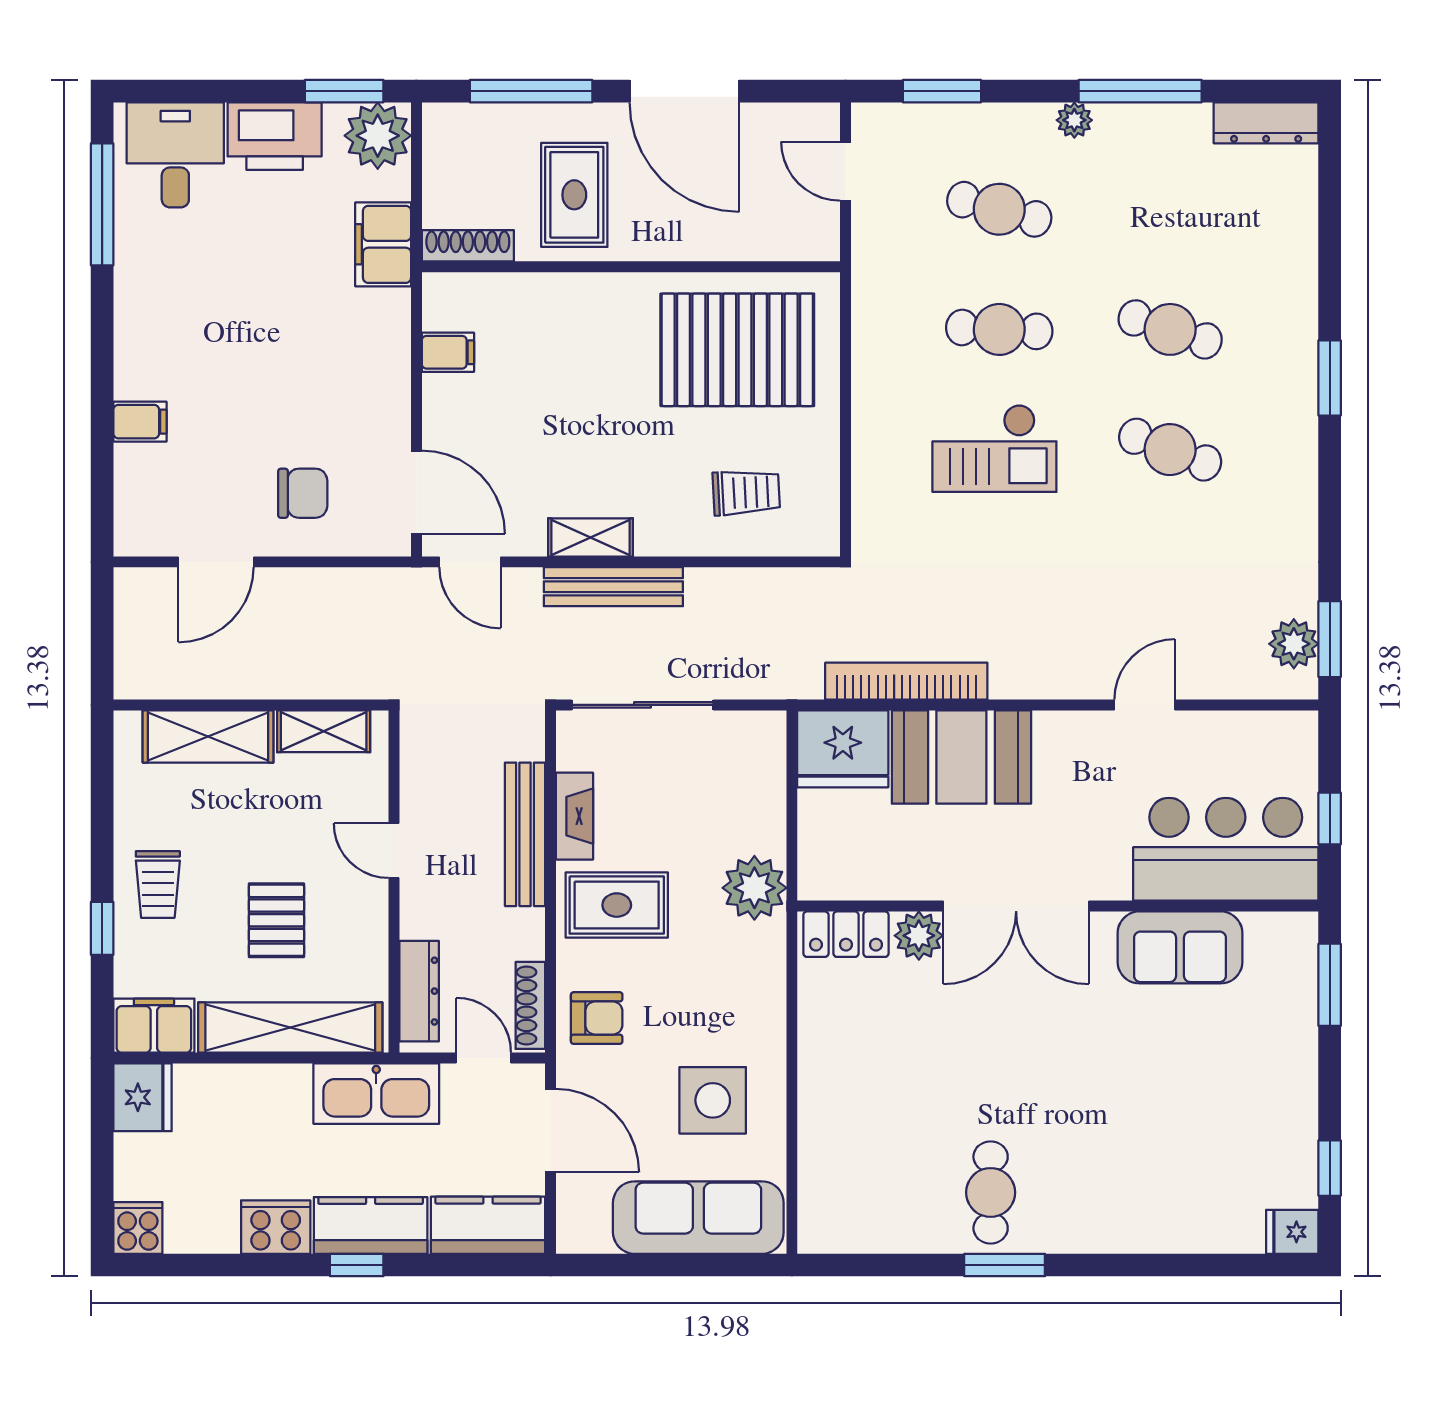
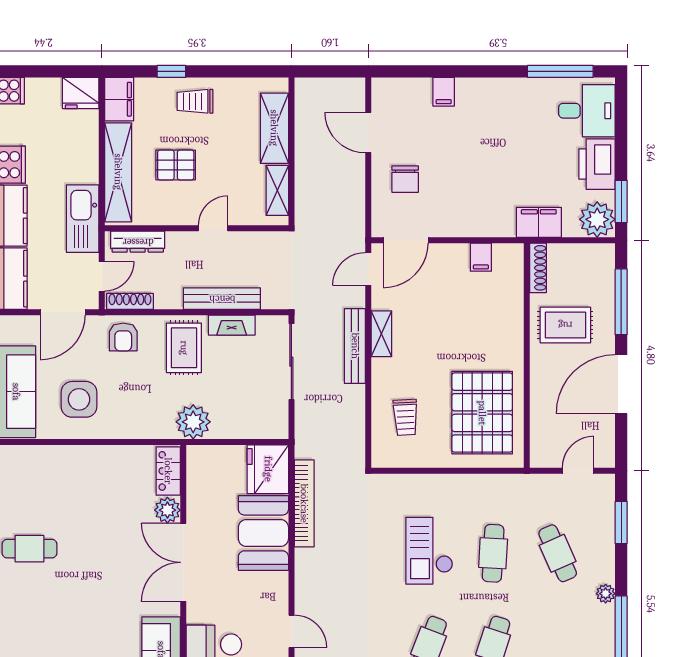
cafe table: (999, 209) -> (558, 553), turned -39

